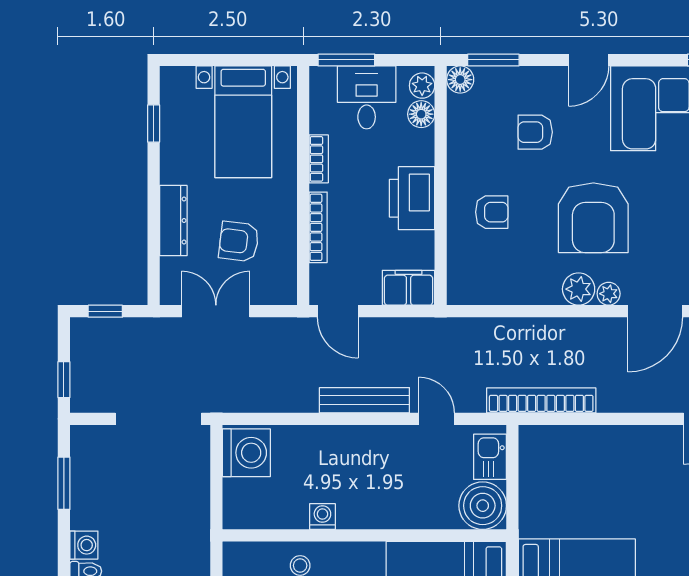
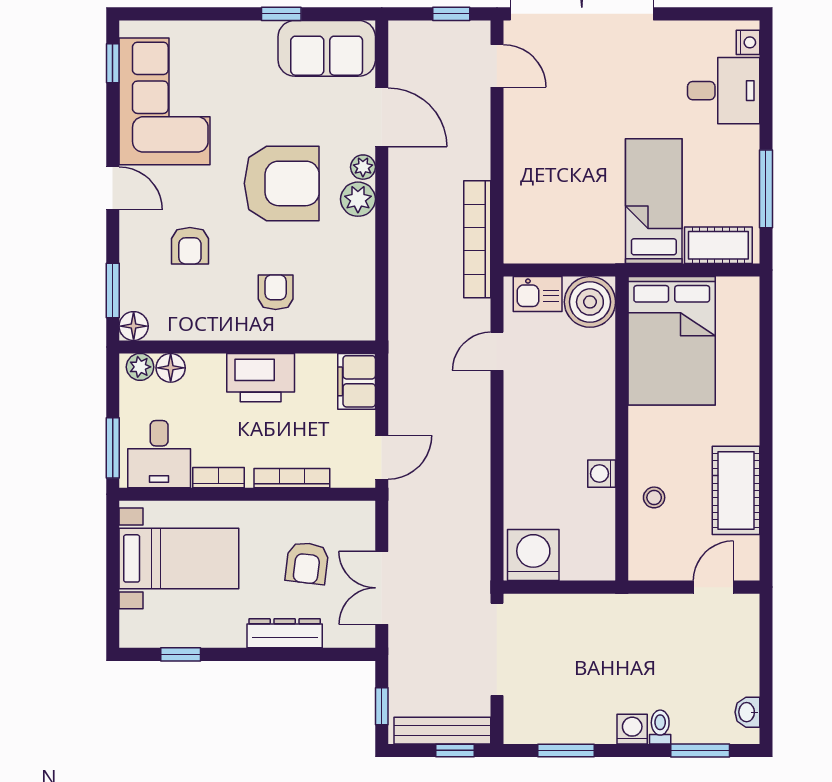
desk: (367, 97) -> (159, 454), moved, turned -90
bench: (364, 400) -> (442, 731), moved, turned 90

